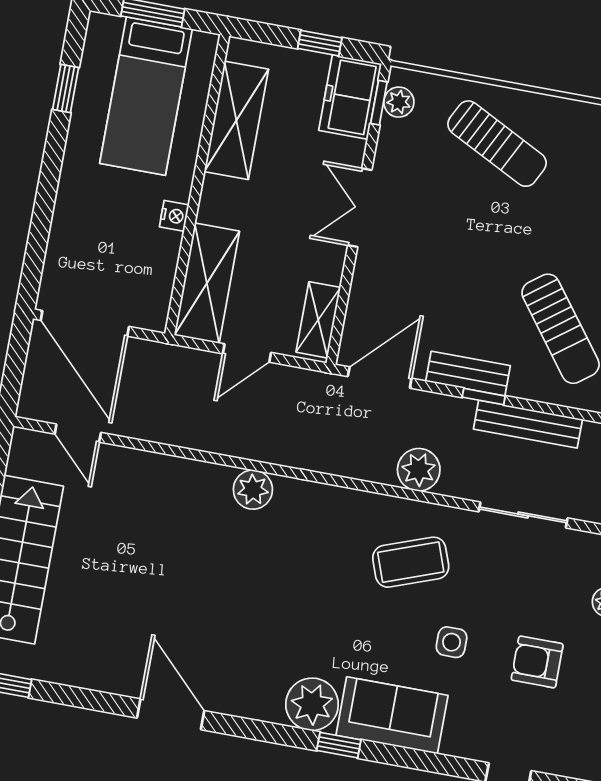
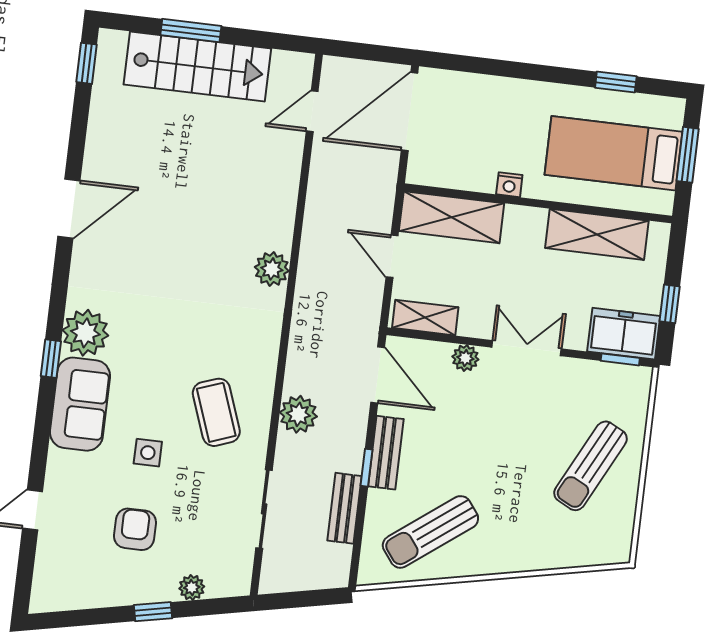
plant: (399, 102) -> (465, 358), moved
bench: (528, 424) -> (344, 508), width x0.73

